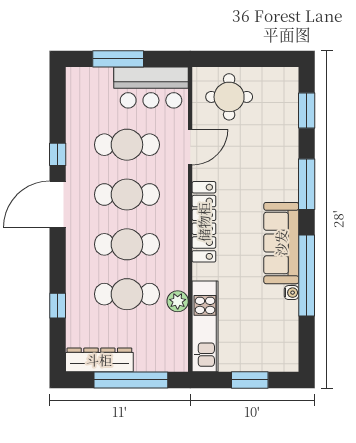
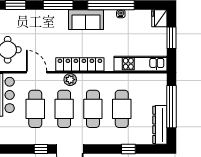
sofa: (281, 243) -> (86, 20), width x0.73
plant: (178, 301) -> (70, 80), moved
fridge: (284, 359) -> (159, 18), added

